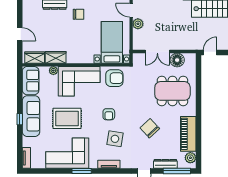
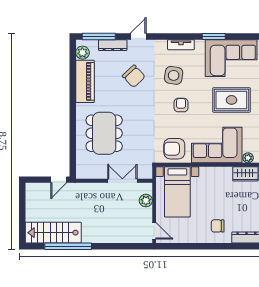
plant: (138, 24) -> (146, 201), moved
floor lamp: (177, 60) -> (99, 171), removed
dining table: (172, 91) -> (104, 133), turned 90
chair: (150, 128) -> (134, 76), moved

